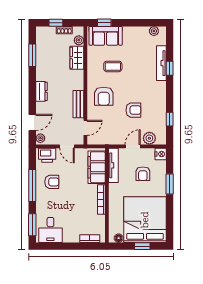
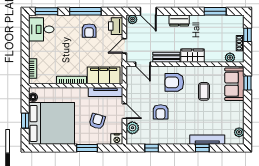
wardrobe: (77, 58) -> (193, 56), moved
armchair: (143, 174) -> (97, 121), turned 106

